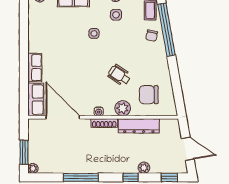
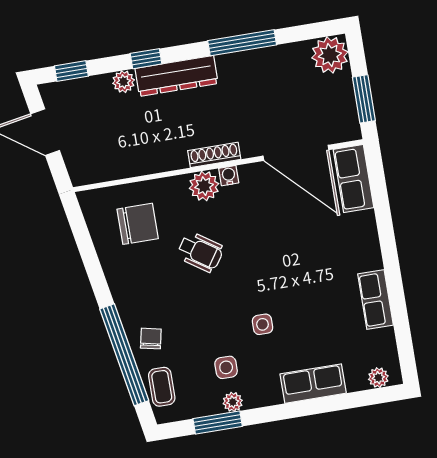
row of seats: (35, 68) -> (375, 299), moved
plant: (123, 108) -> (204, 186), moved
dresser: (139, 126) -> (176, 76), moved, turned 180
window: (24, 152) -> (364, 99), moved
plant: (33, 168) -> (330, 55), width x1.88, depth x1.88

